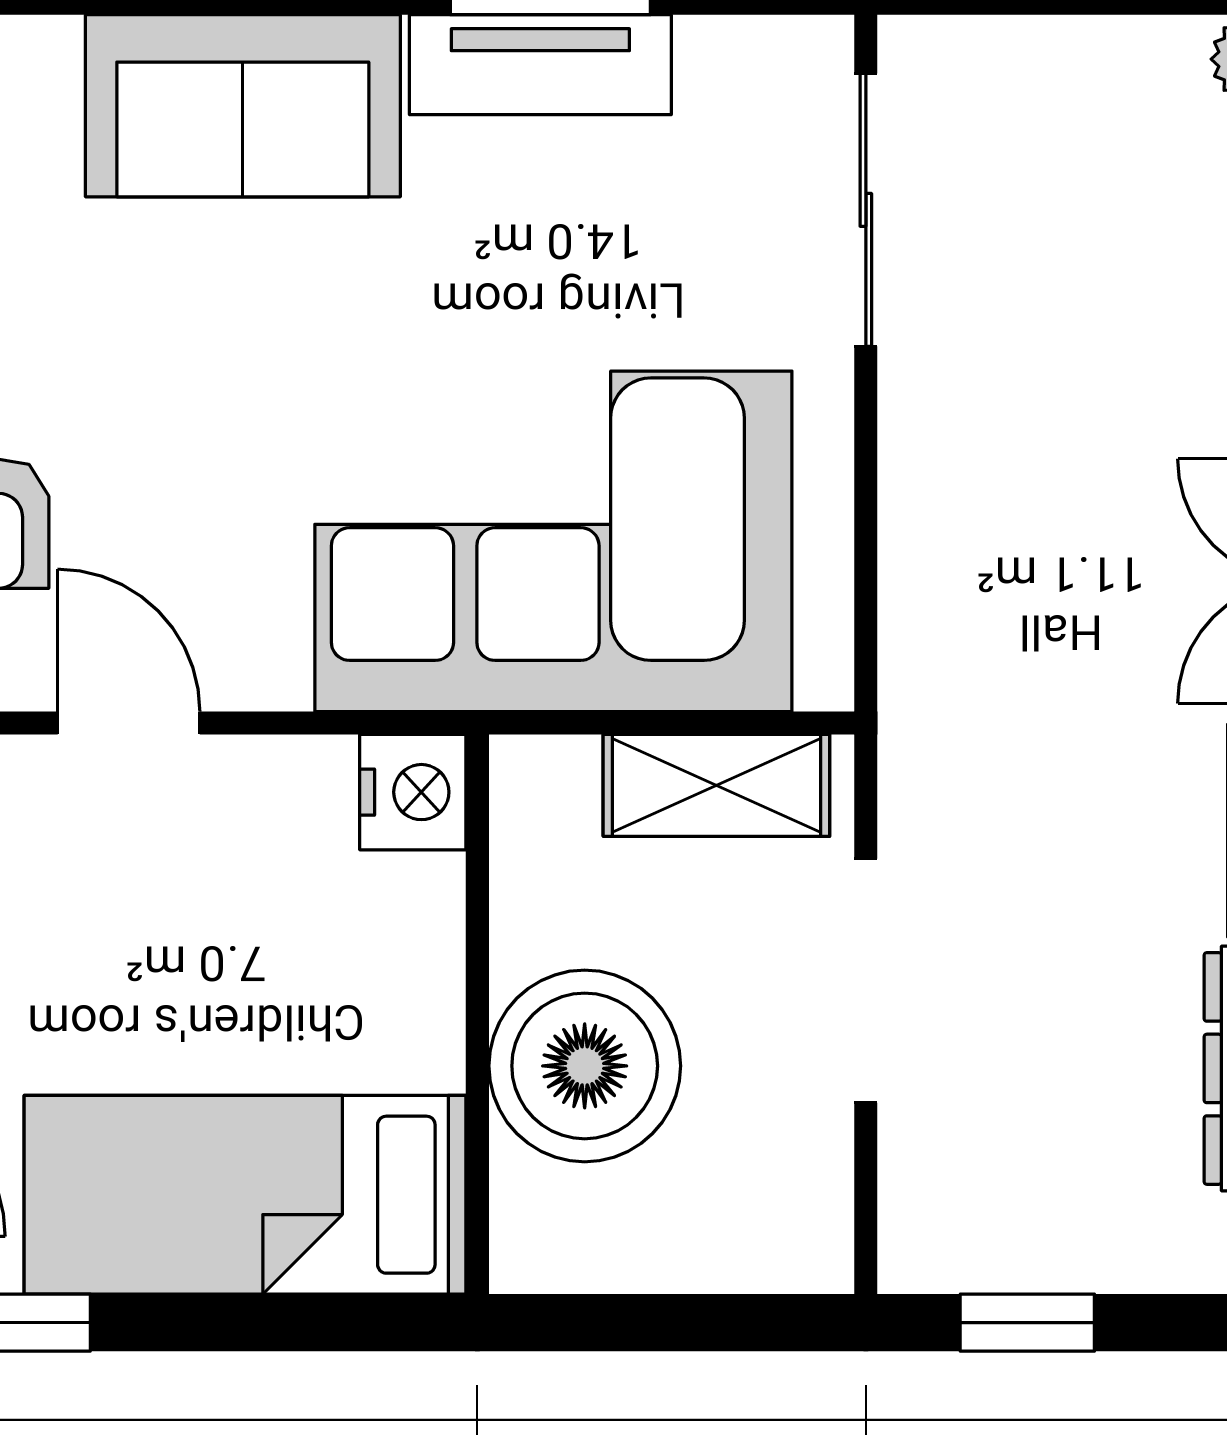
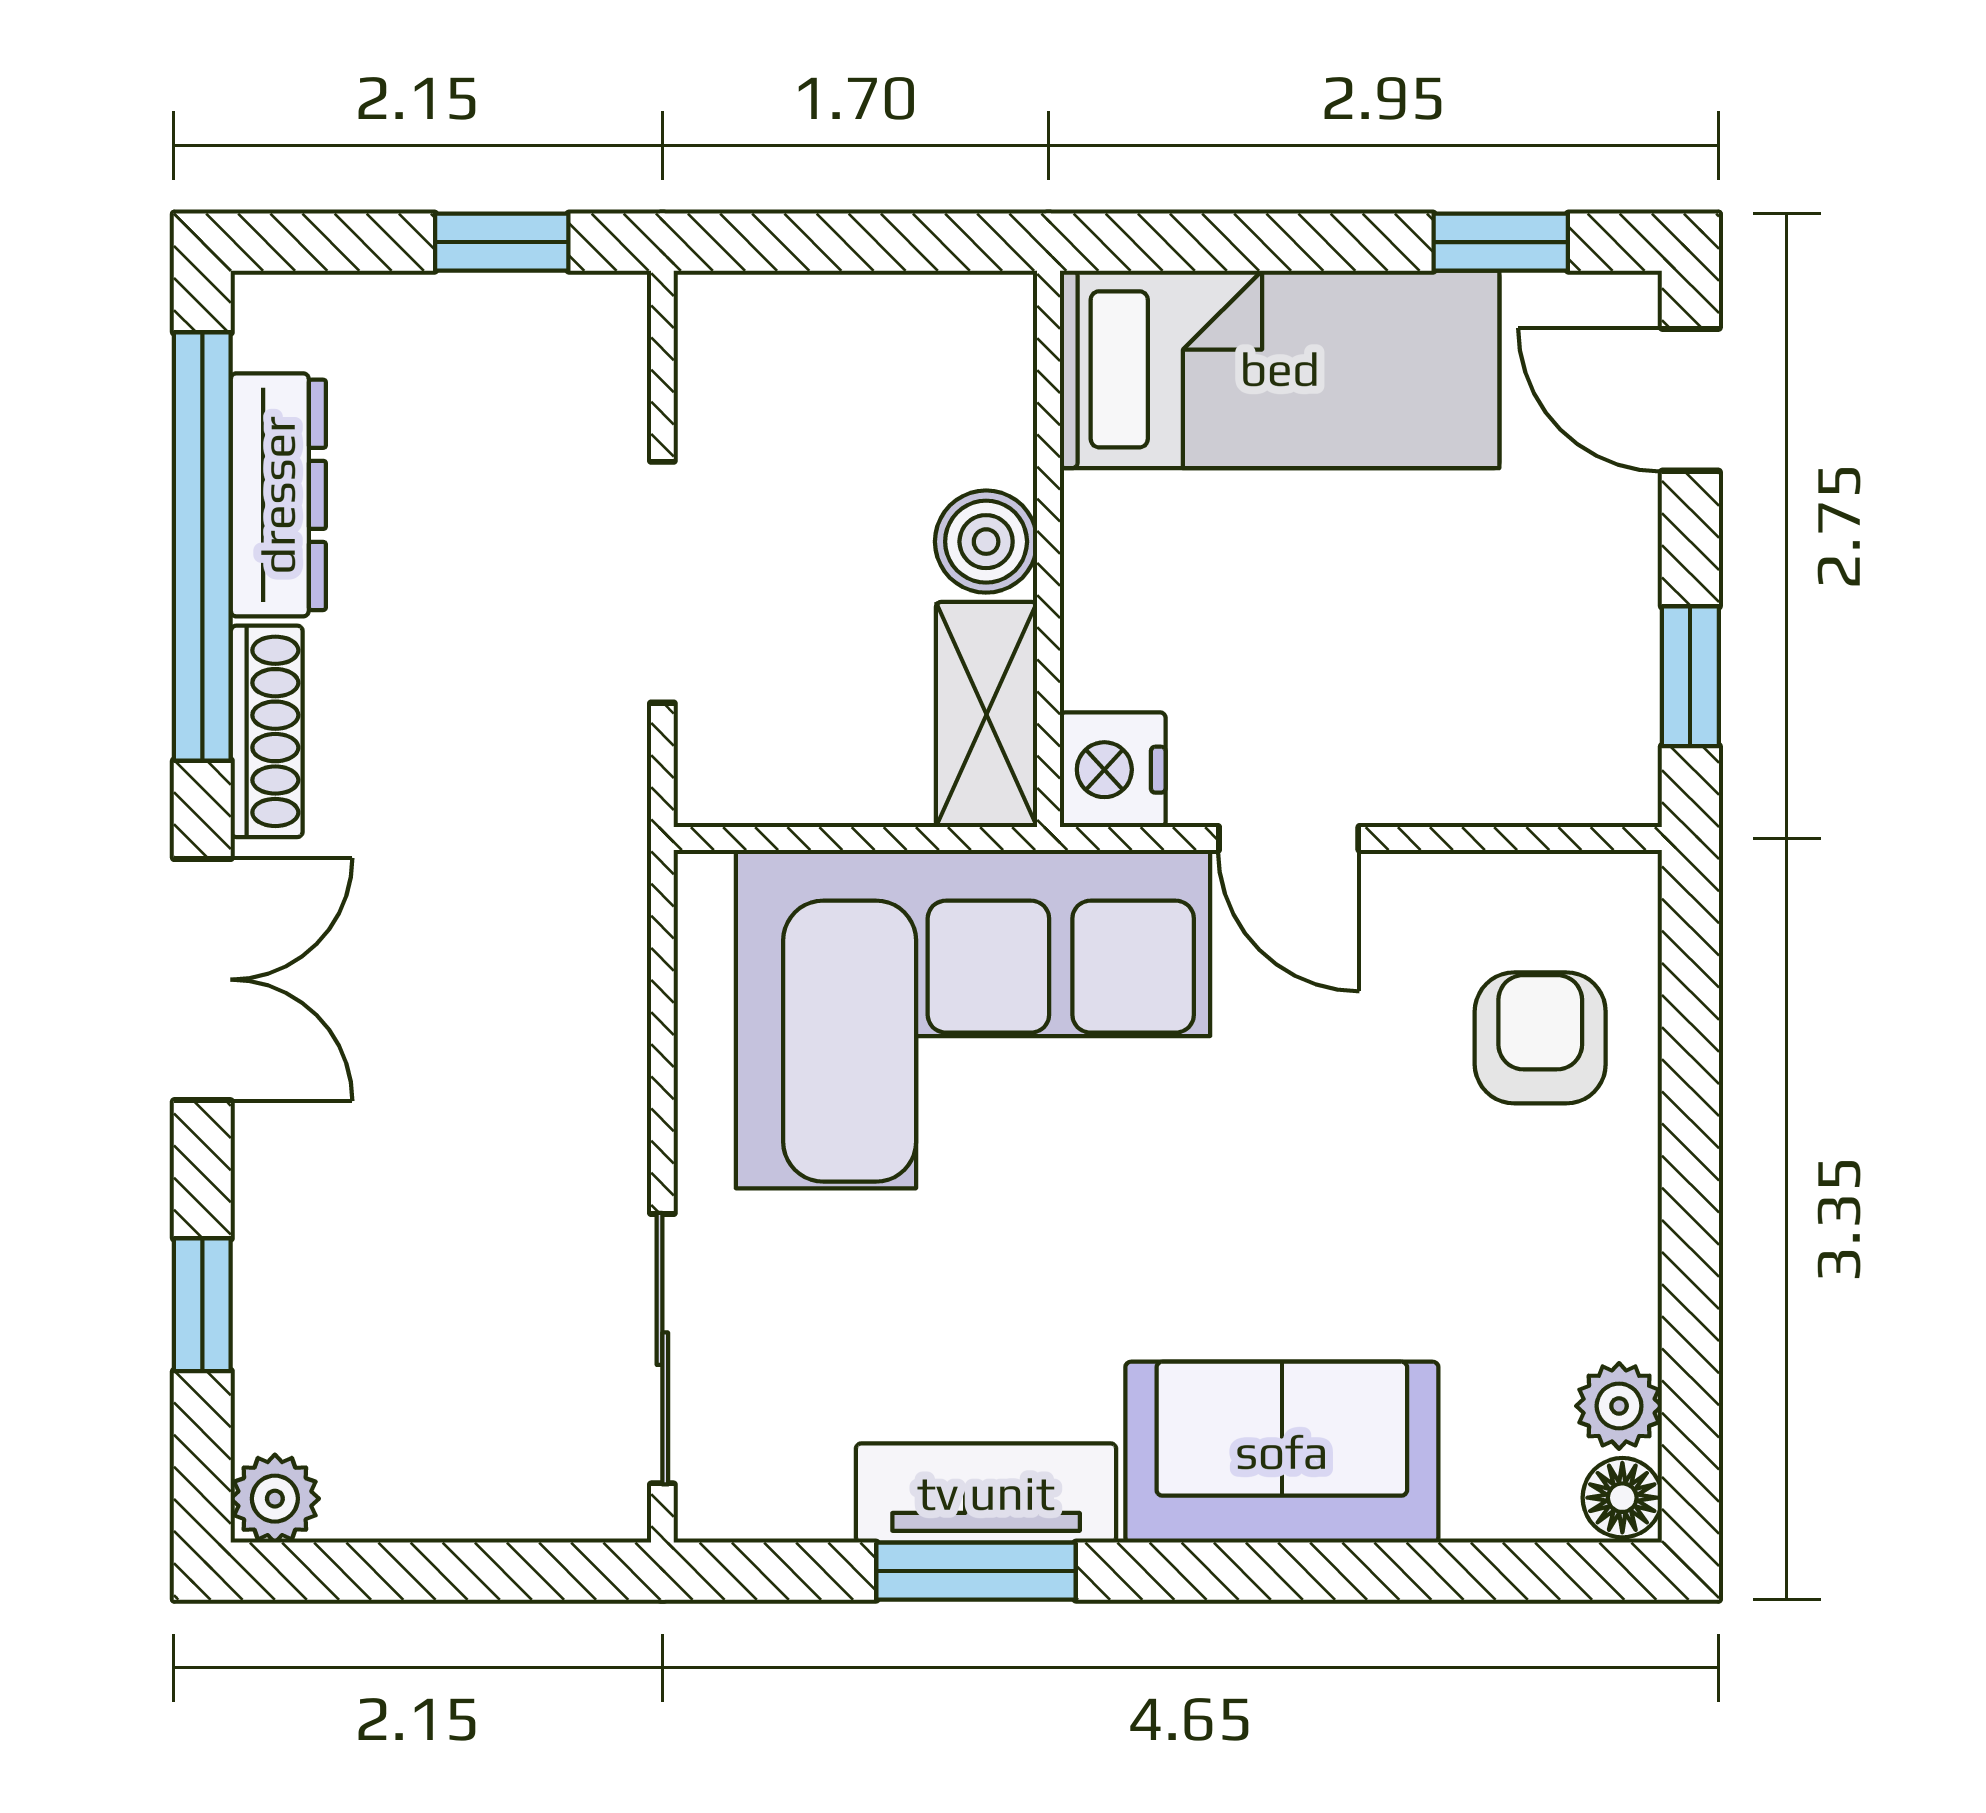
door: (129, 723) -> (1289, 838), moved
shelving: (716, 785) -> (987, 714), moved, turned 90
boiler: (585, 1066) -> (986, 542), width x0.54, depth x0.54

